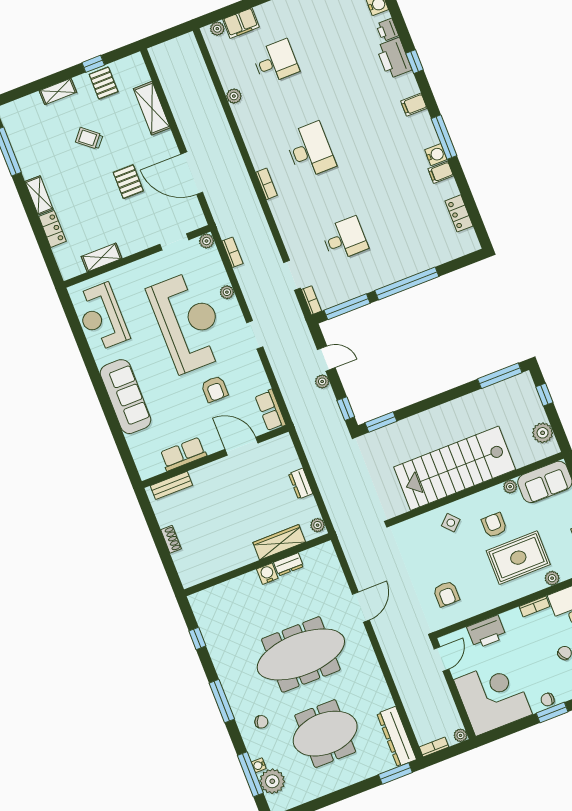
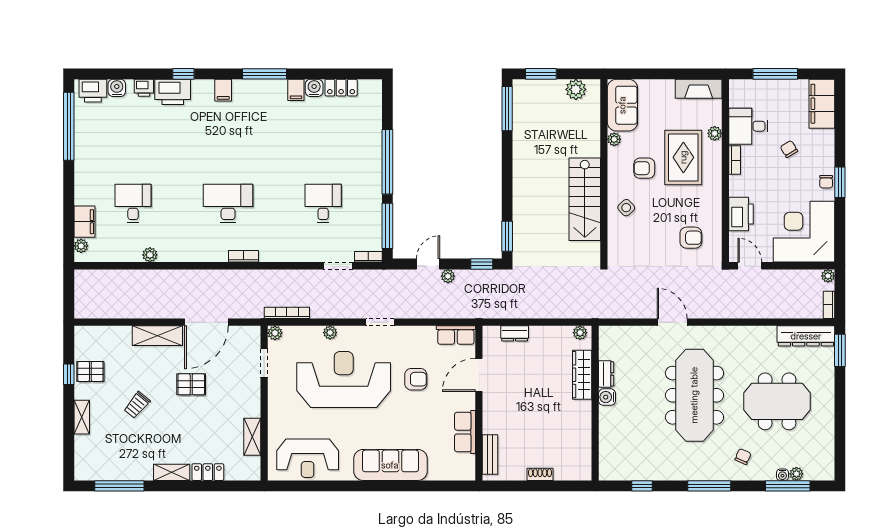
shelving: (152, 108) -> (157, 336), moved
water cooler: (436, 155) -> (314, 88), moved
bookcase: (232, 252) -> (287, 313), width x1.56
window: (544, 395) -> (541, 74), width x1.50
stairs: (455, 468) -> (585, 199), width x0.73, depth x0.66
dresser: (301, 484) -> (515, 333), moved
meeting table: (325, 734) -> (777, 401), turned 90
plant: (272, 781) -> (796, 474), width x0.53, depth x0.53

